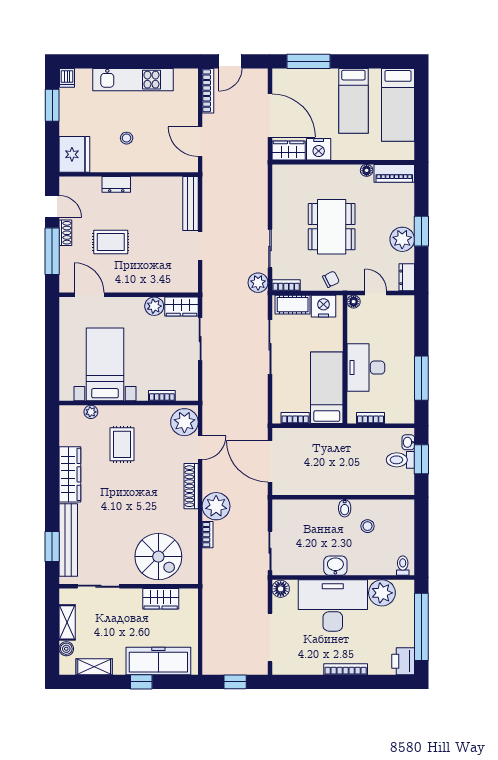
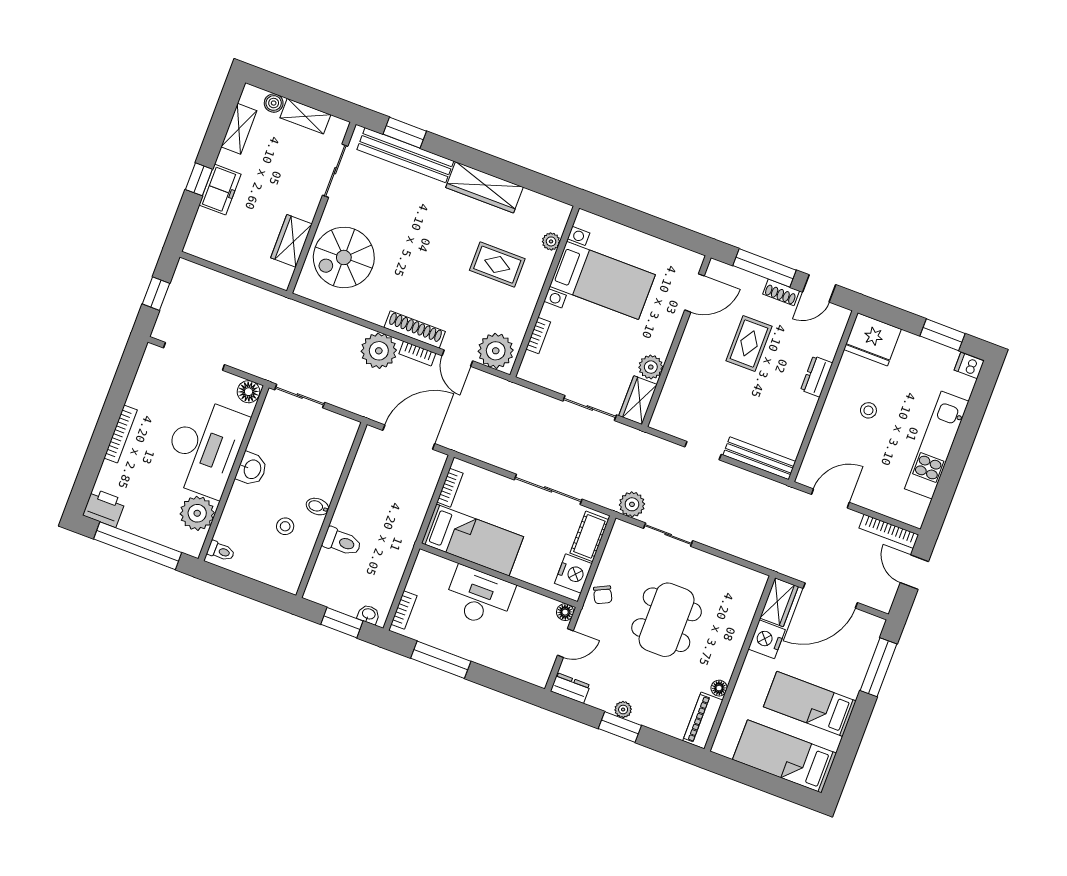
dining table: (332, 227) -> (667, 620), turned 90
plant: (402, 239) -> (623, 710), width x0.53, depth x0.53
bookcase: (286, 285) -> (616, 537), removed
bookcase: (371, 418) -> (404, 610), moved
toilet: (400, 460) -> (342, 542), moved, turned 90
bookcase: (208, 535) -> (417, 354), moved
freezer: (158, 661) -> (220, 190), width x0.52, depth x0.79

